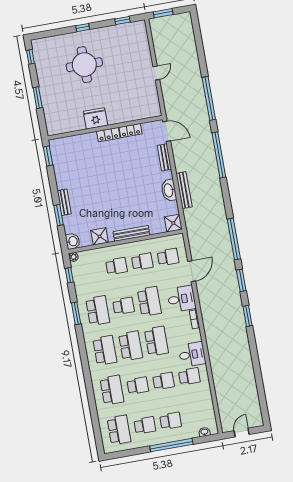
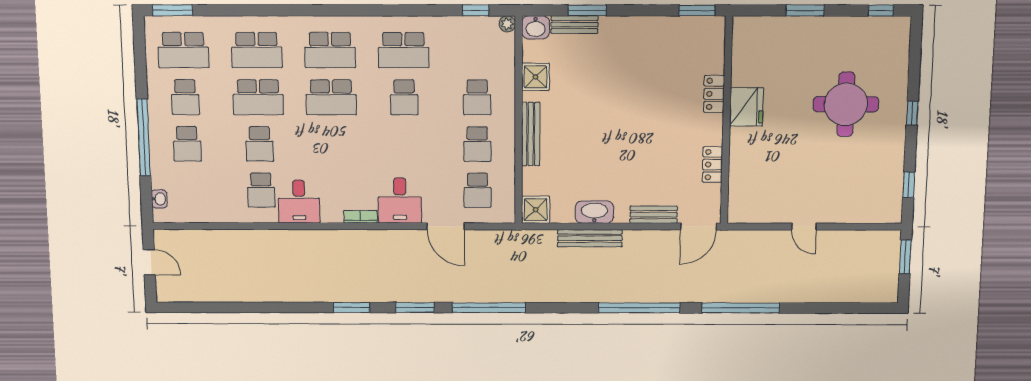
locker: (108, 135) -> (714, 94), moved
bench: (64, 202) -> (574, 25), moved
school desk: (149, 301) -> (405, 144), removed
window: (76, 313) -> (173, 10), moved
school desk: (156, 341) -> (332, 144), removed
school desk: (138, 386) -> (258, 97), width x1.85

